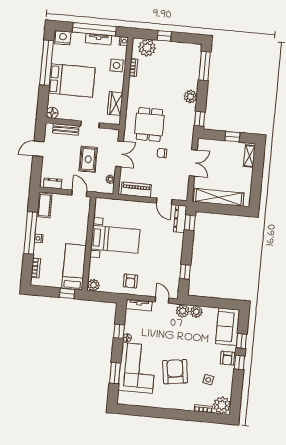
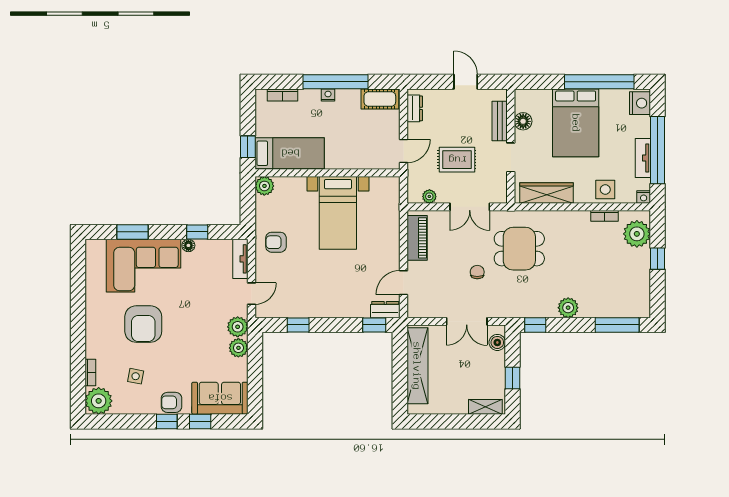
wardrobe: (115, 104) -> (546, 193), width x1.50
floor lamp: (52, 113) -> (523, 121), moved
boiler: (209, 144) -> (497, 342), added
dresser: (180, 219) -> (385, 310), width x0.70
armchair: (175, 372) -> (143, 324), turned 98

